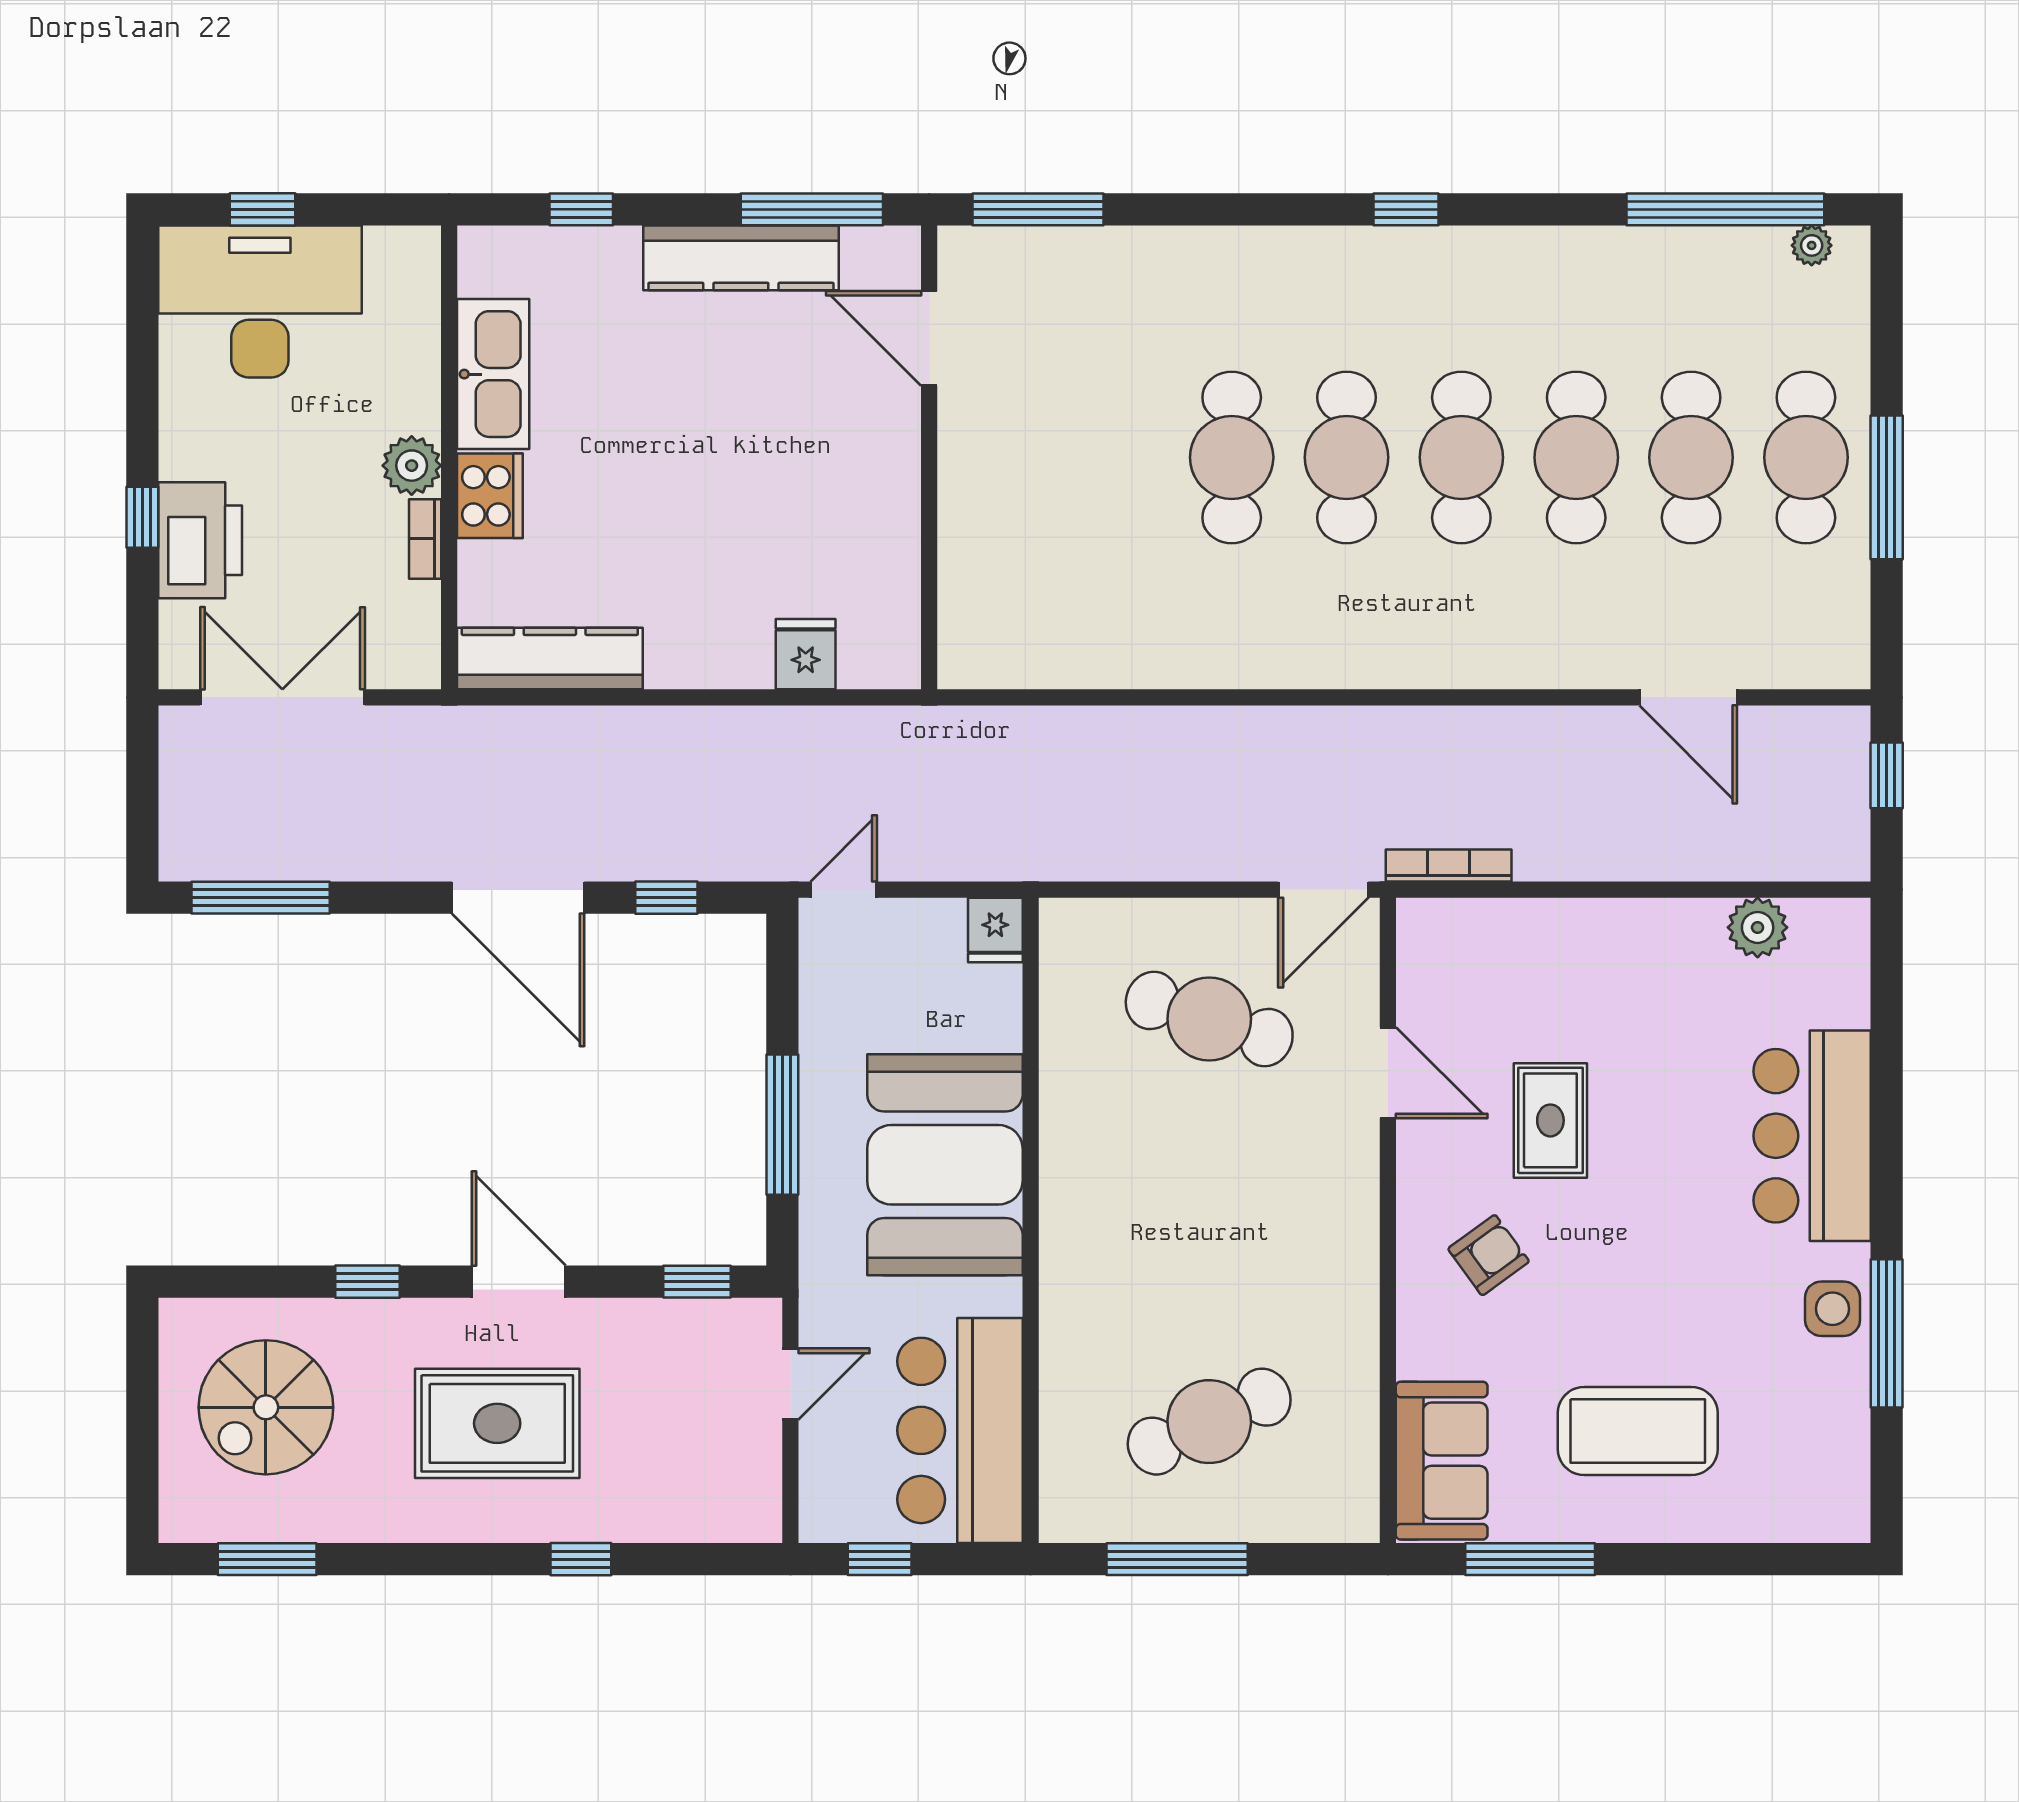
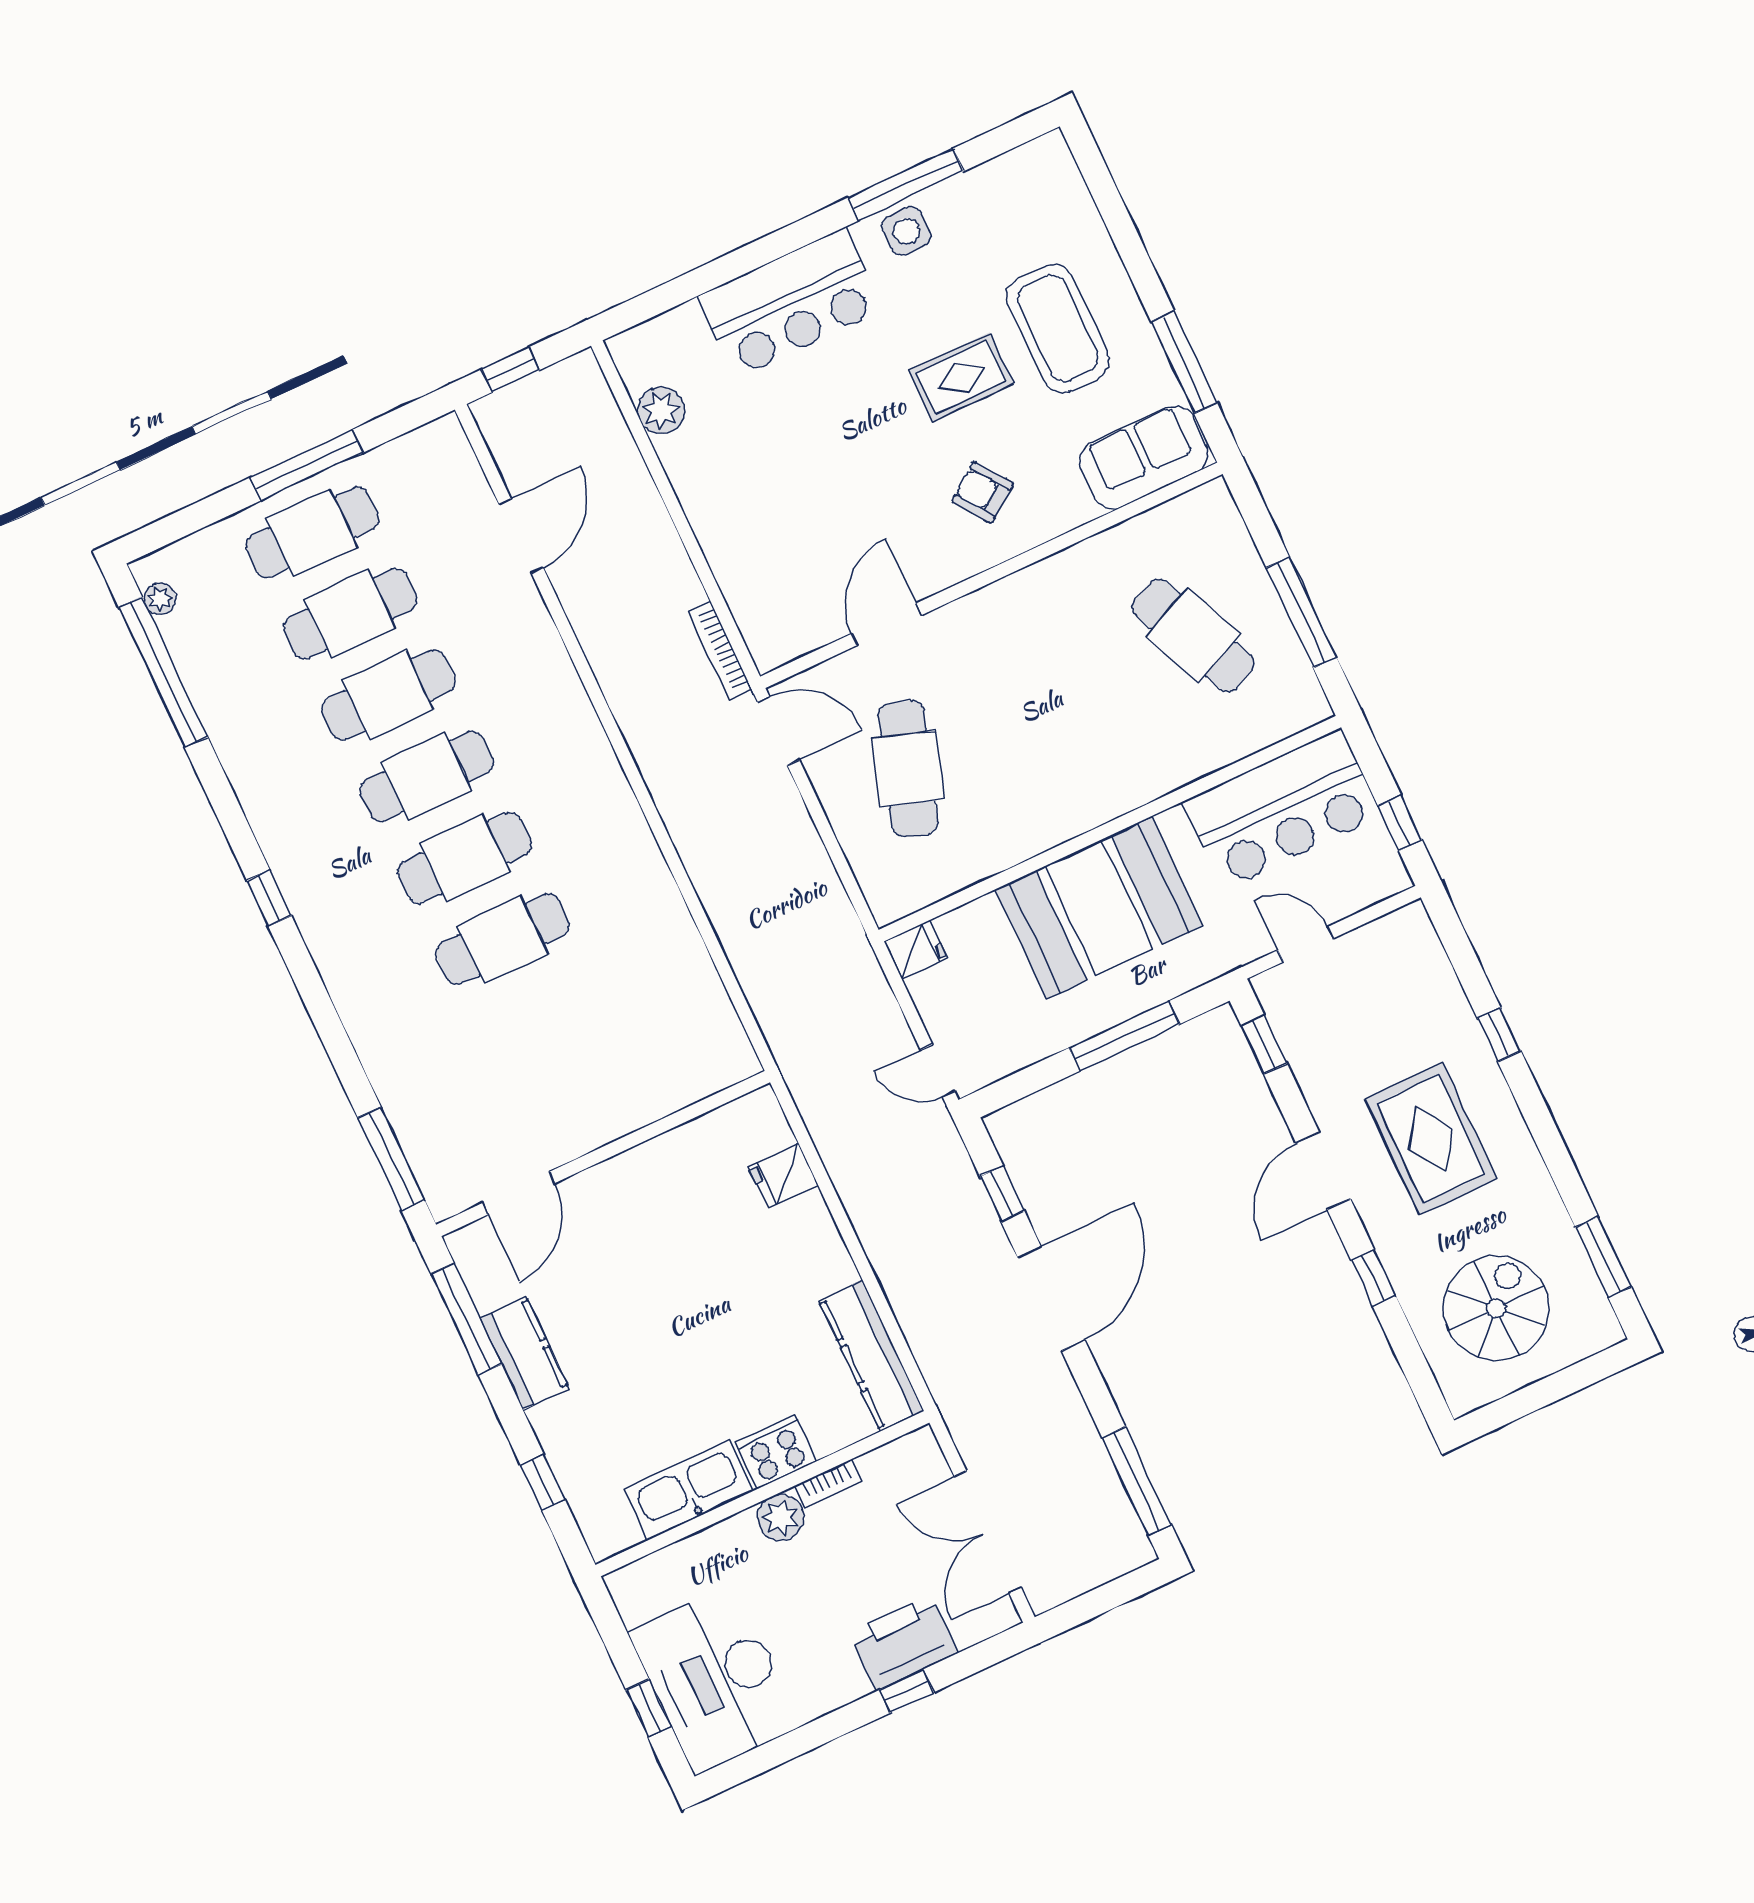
kitchen counter: (741, 258) -> (524, 1353), width x0.67
rug: (1550, 1120) -> (961, 377), moved
spiral stairs: (266, 1407) -> (1496, 1308), turned -90

